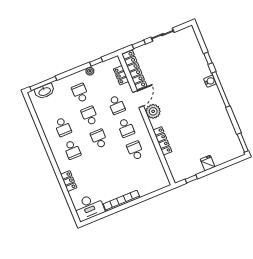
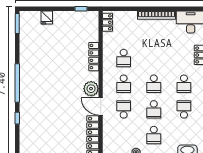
locker: (121, 75) -> (108, 22), moved
water cooler: (210, 81) -> (24, 95), removed
door: (138, 99) -> (101, 106), hinge flipped
school desk: (126, 128) -> (124, 84), turned 180
school desk: (72, 150) -> (184, 84), turned 180
fridge: (208, 163) -> (47, 17), moved

